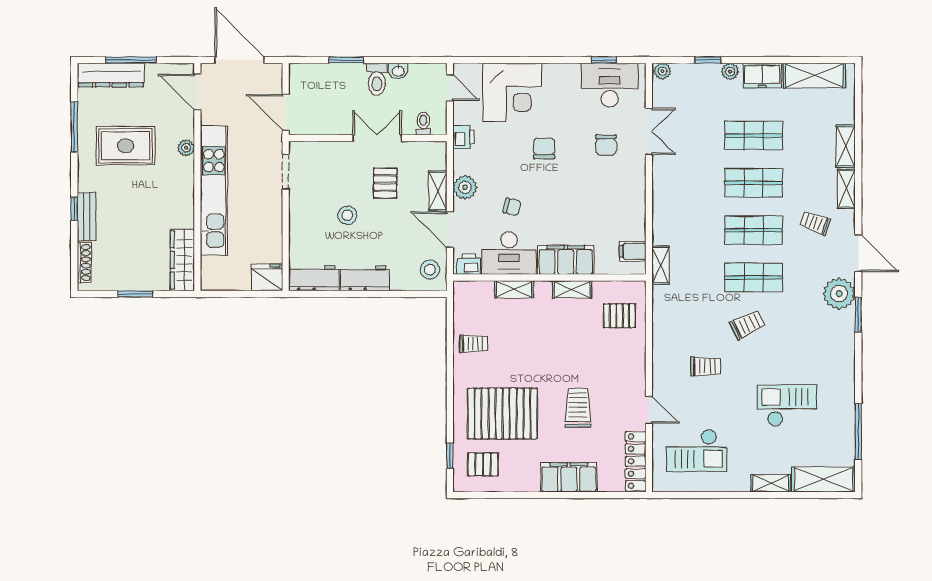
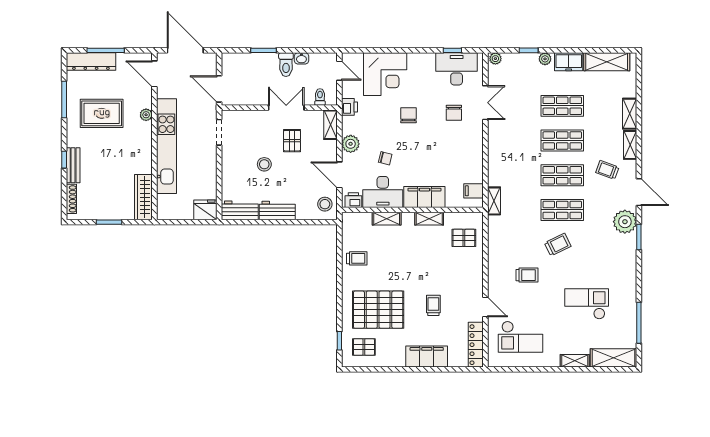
shelving: (438, 191) -> (331, 125), moved
trolley: (578, 408) -> (433, 305), width x0.73, depth x0.72

